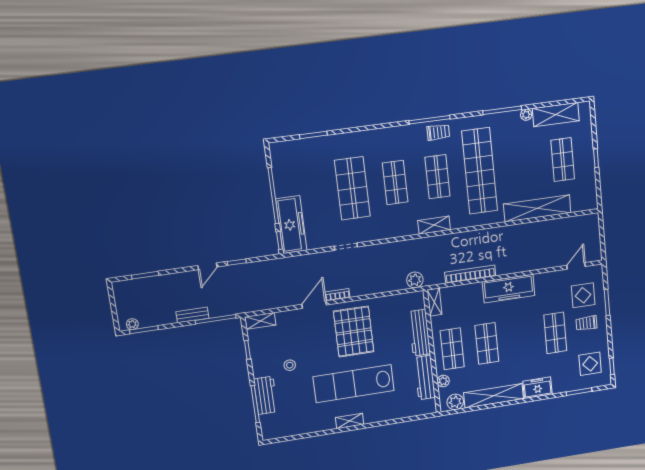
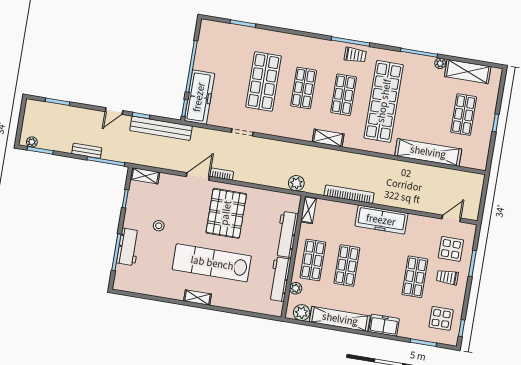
bench: (262, 268) -> (161, 128), added

